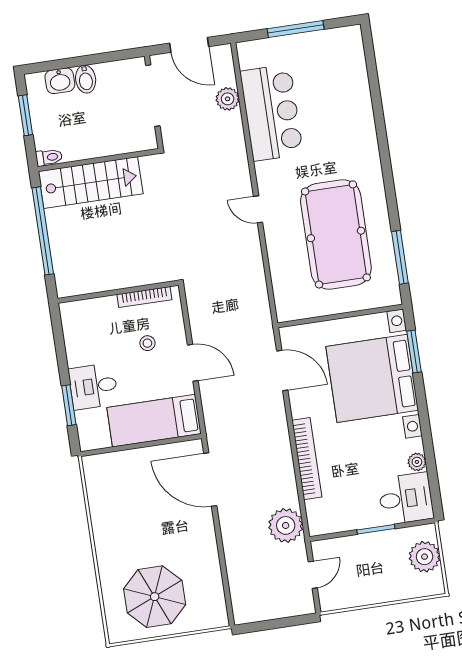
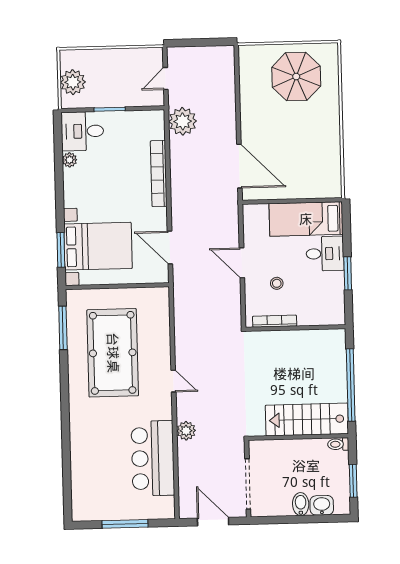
plant: (228, 99) -> (186, 431), moved
bed with nightstands: (372, 378) -> (98, 246), width x0.73
window: (69, 405) -> (348, 273), moved
bed: (154, 421) -> (306, 219), moved, turned 180

